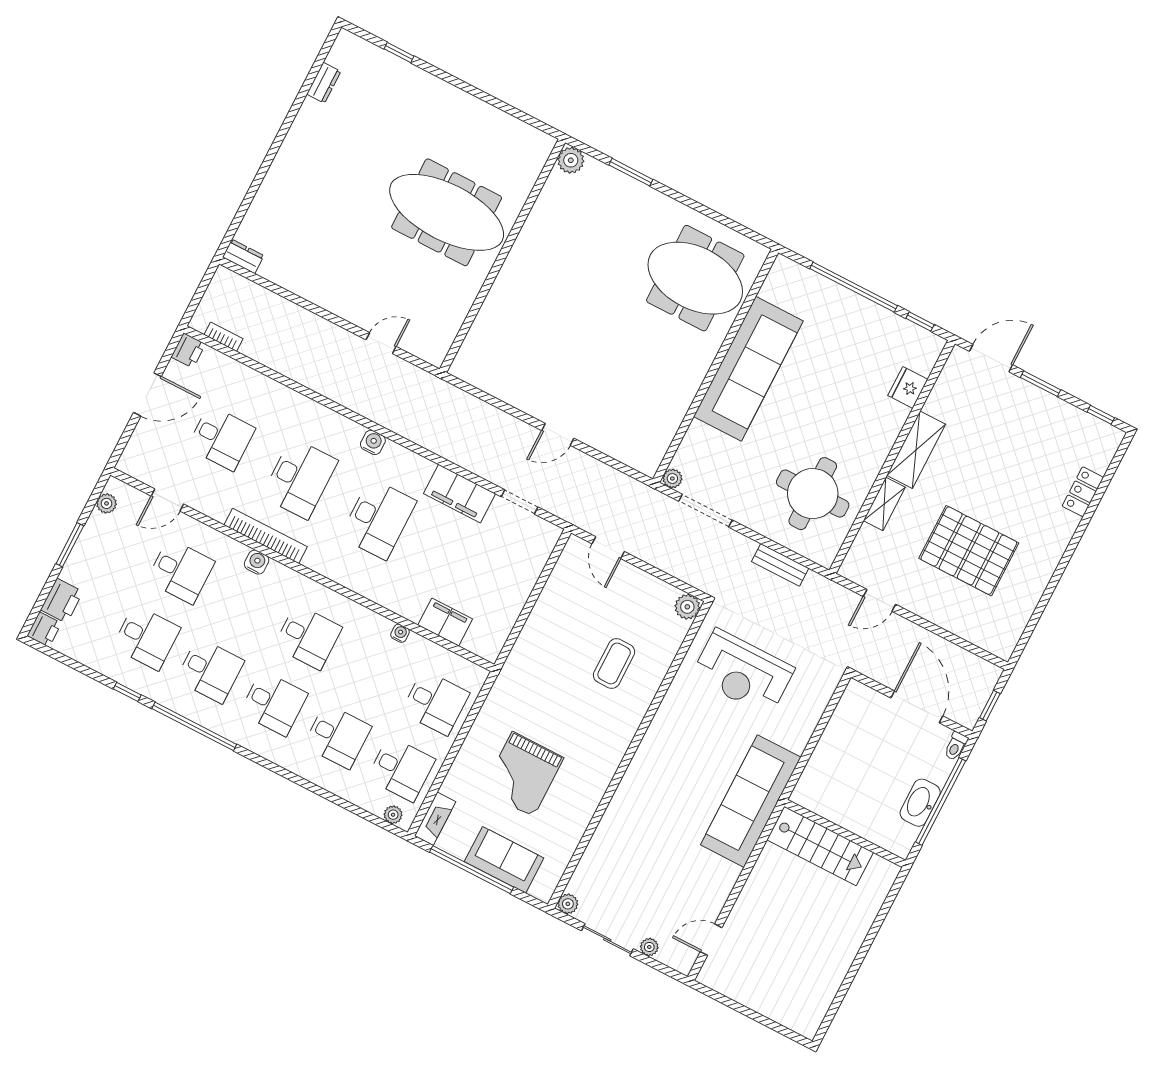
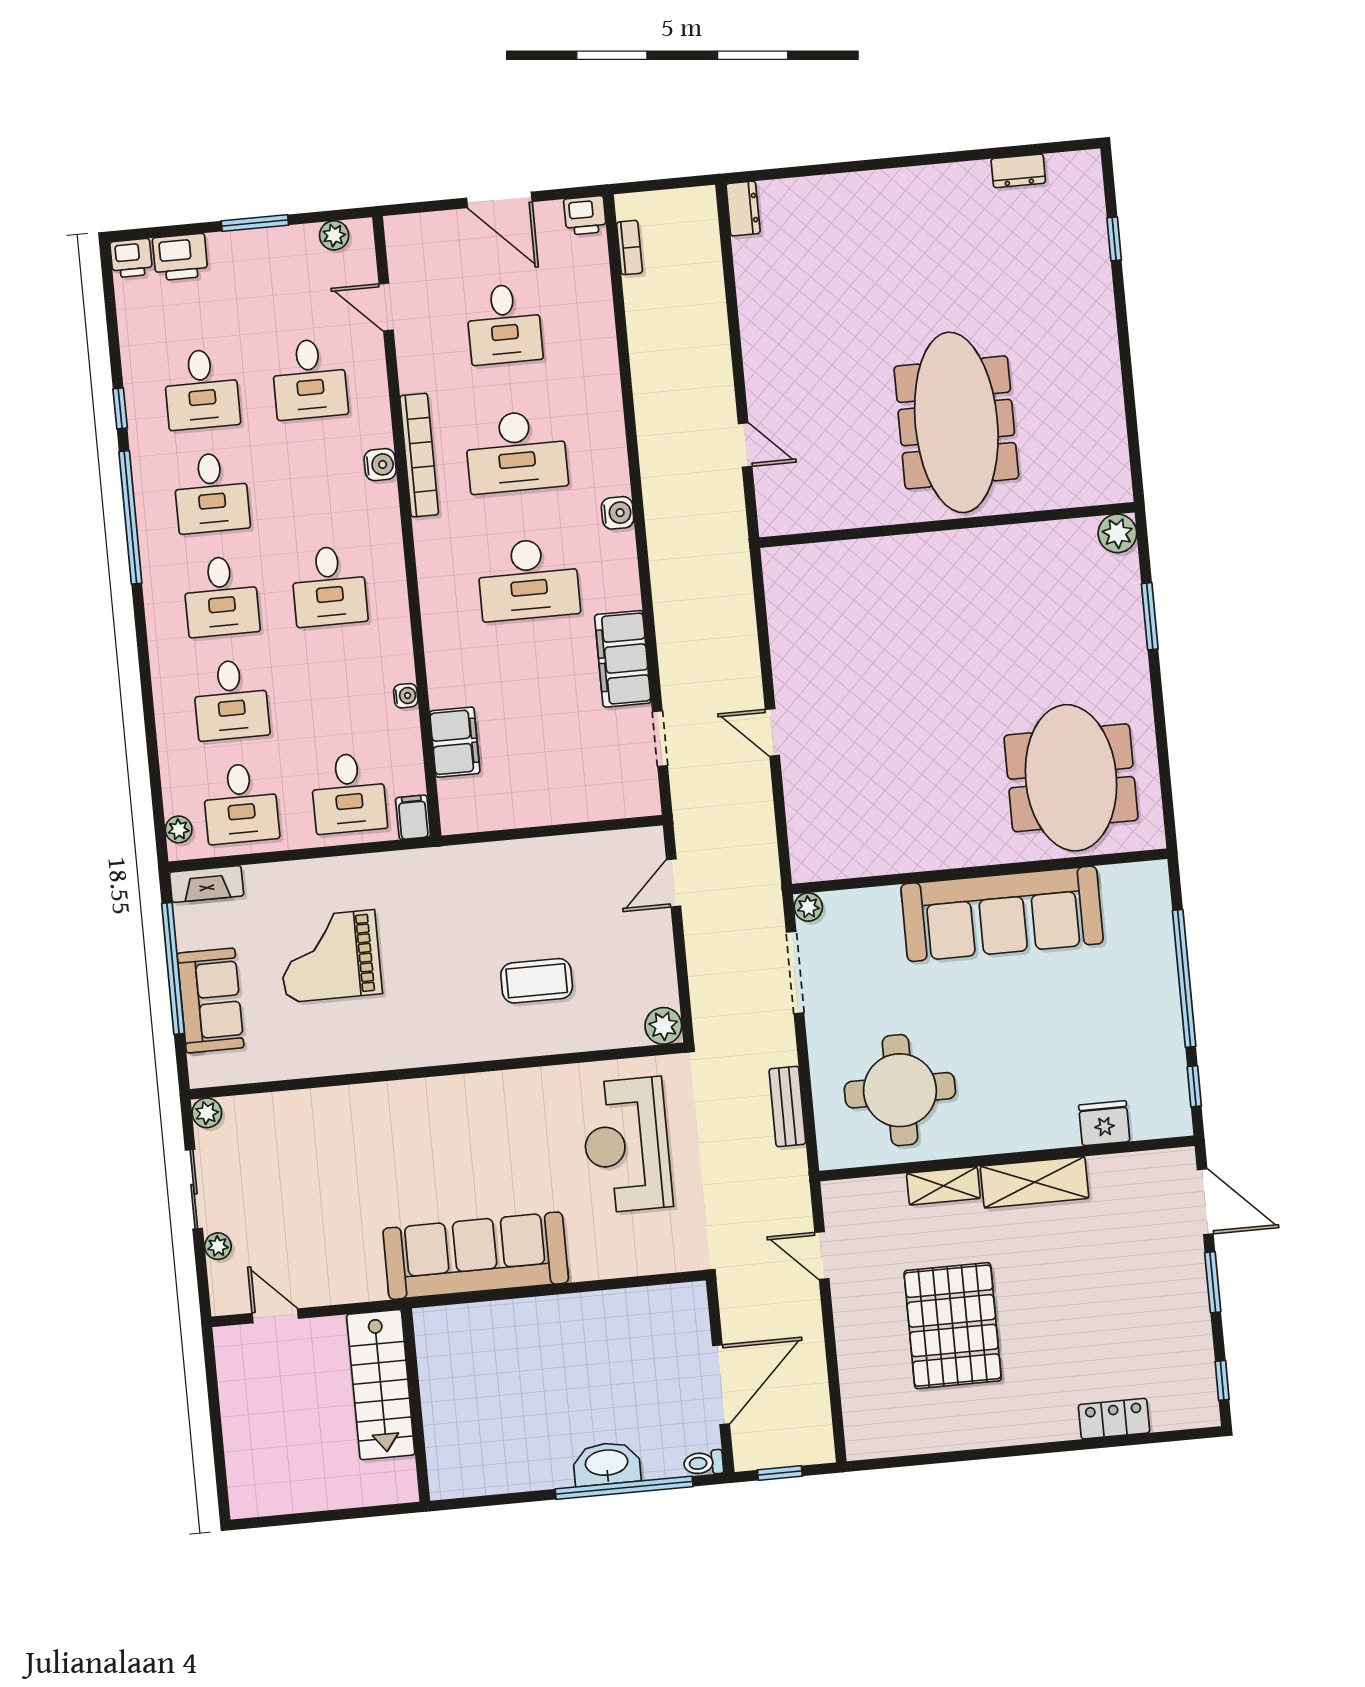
filing cabinet: (473, 674) -> (413, 817), added
wall: (845, 833) -> (416, 1405), moved
stairs: (820, 846) -> (381, 1385), moved

